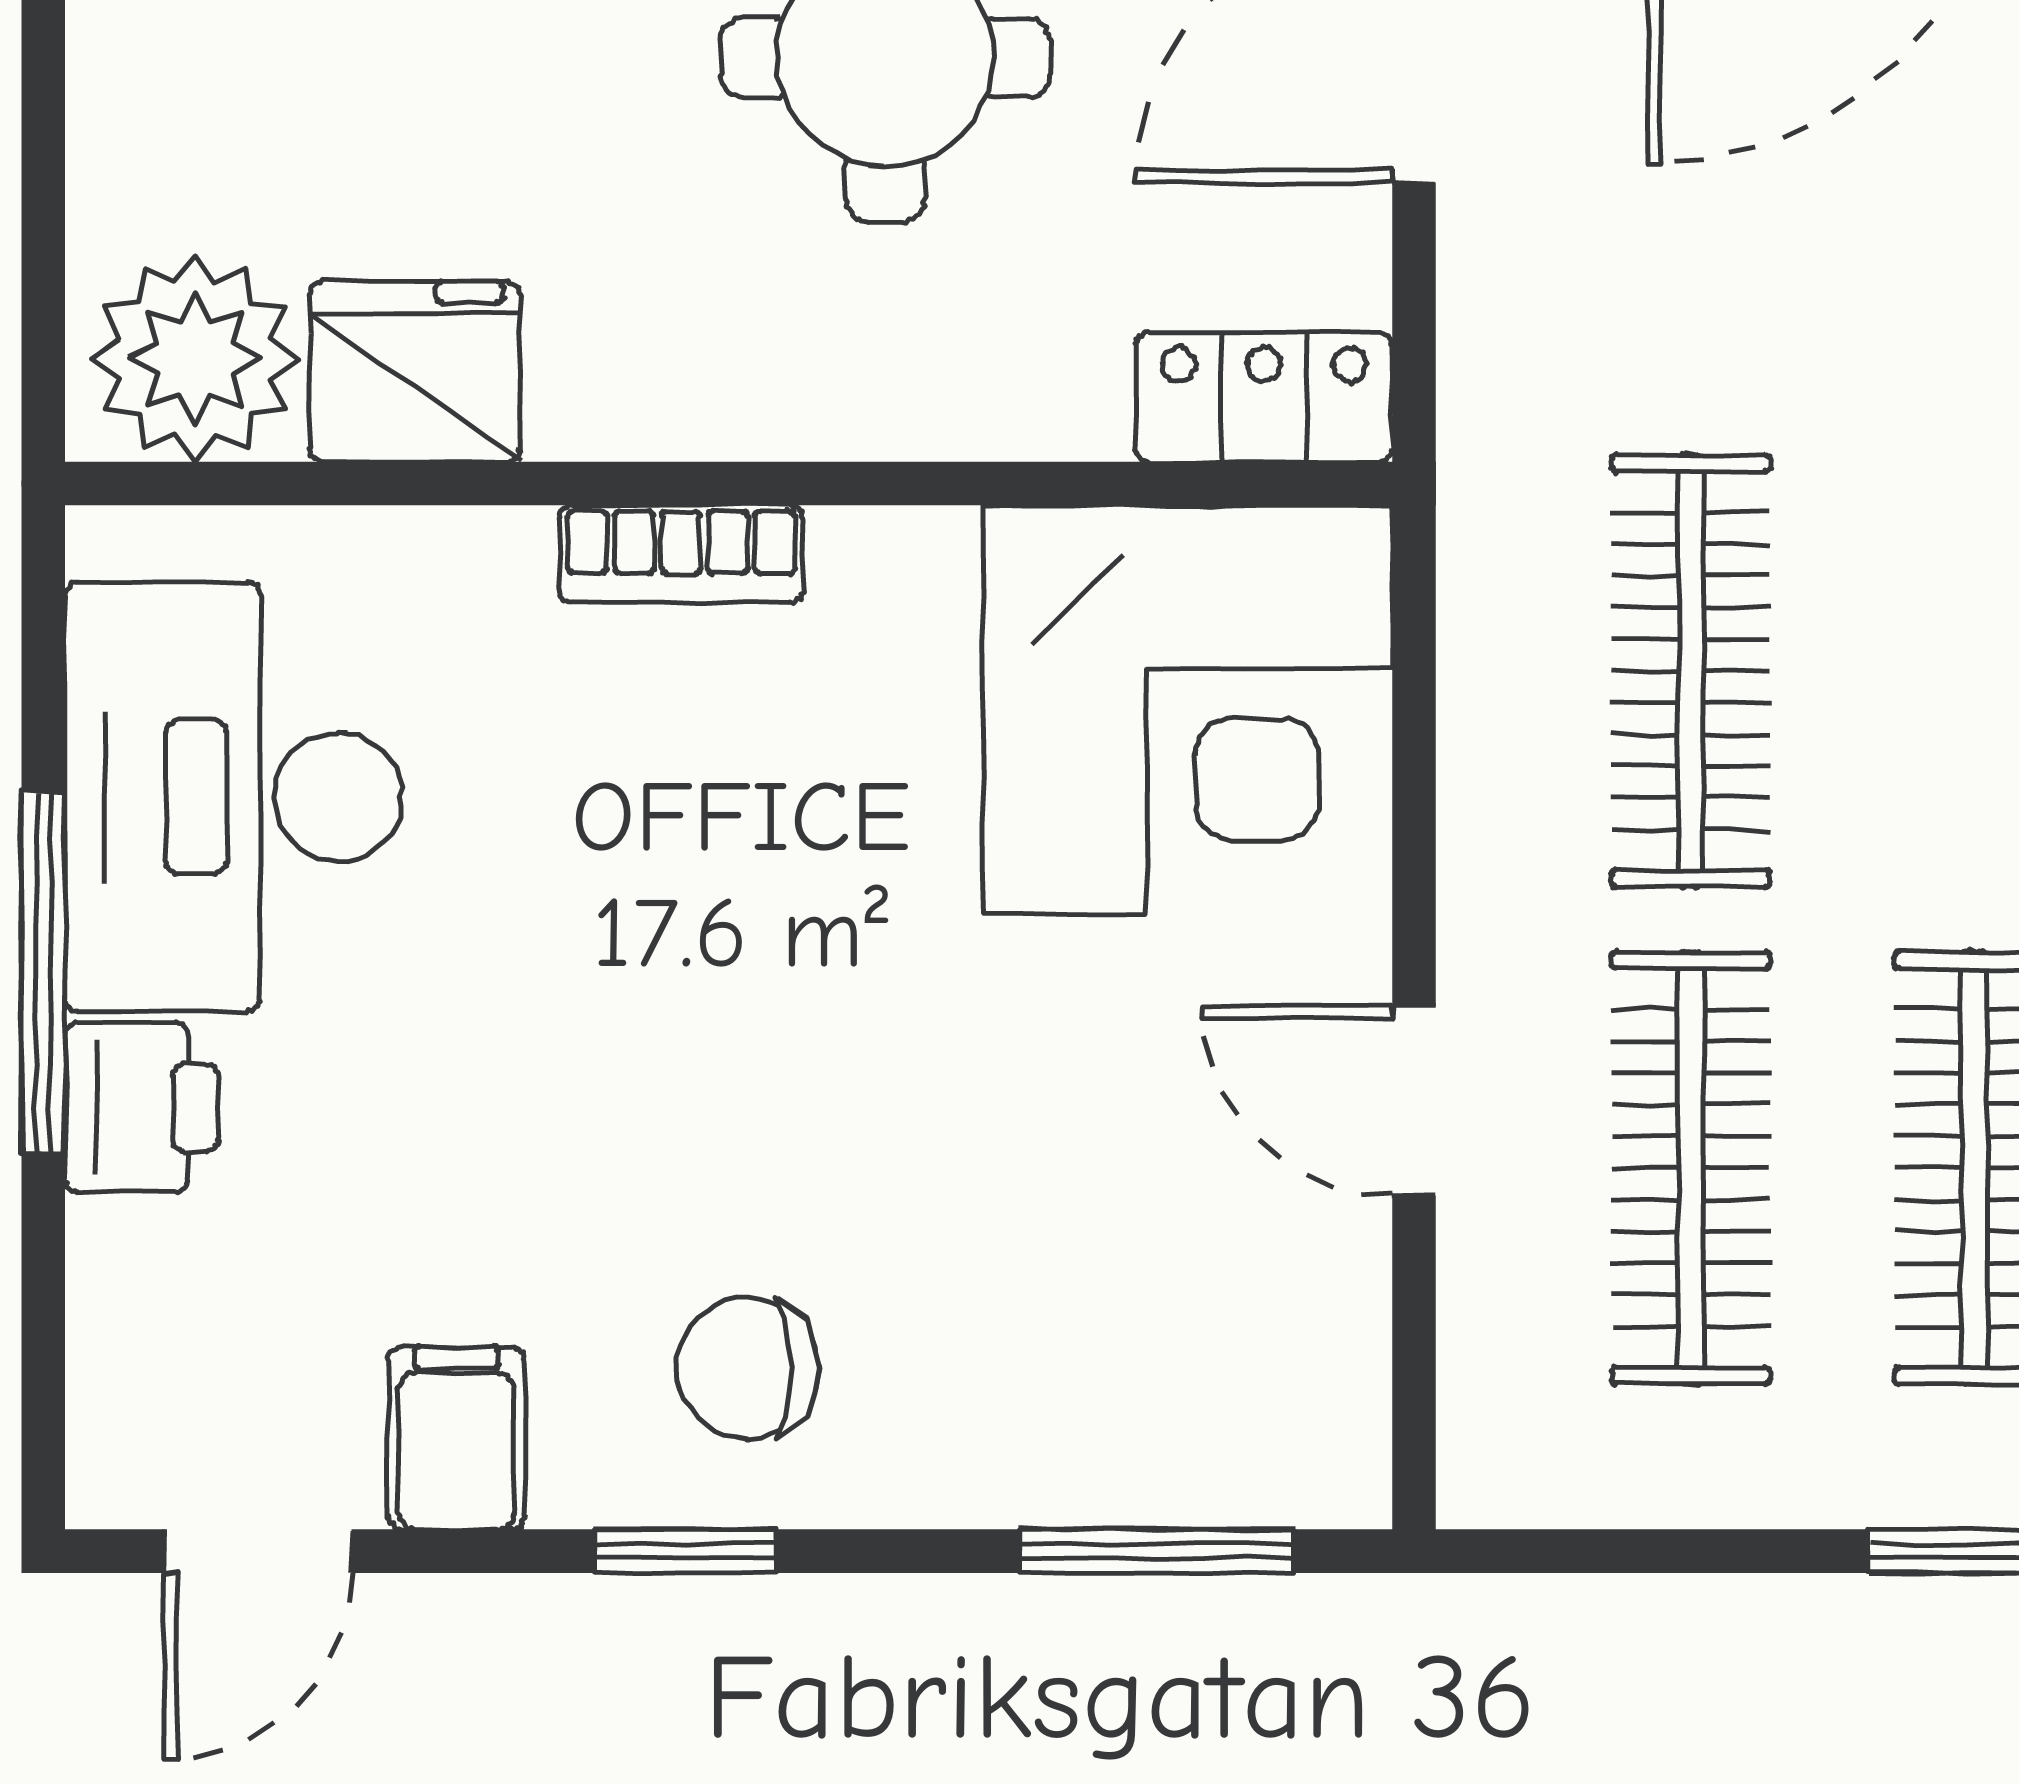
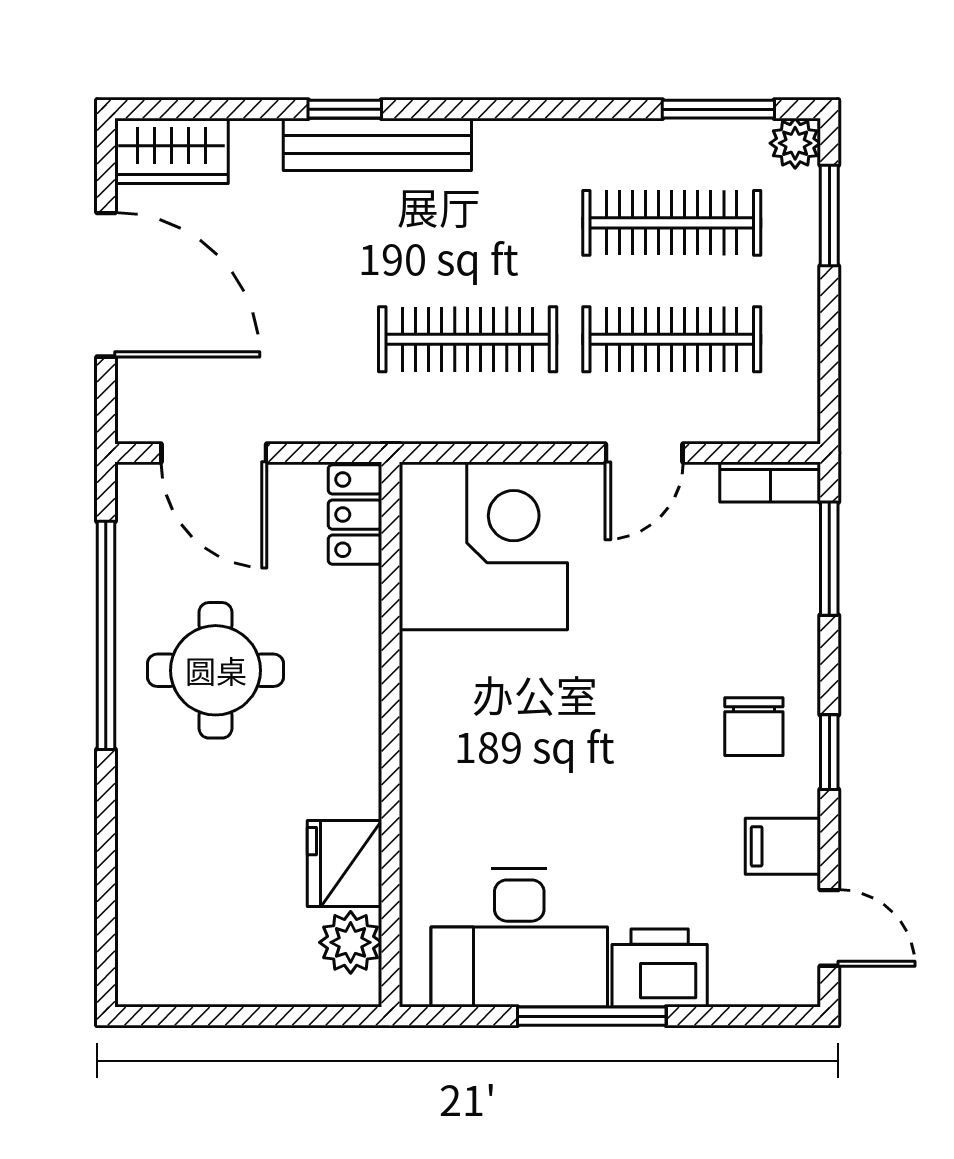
plant: (195, 359) -> (351, 942), width x0.73, depth x0.73
bookcase: (681, 554) -> (770, 482), moved, turned 90
printer: (142, 1108) -> (660, 968), width x1.36, depth x1.24

